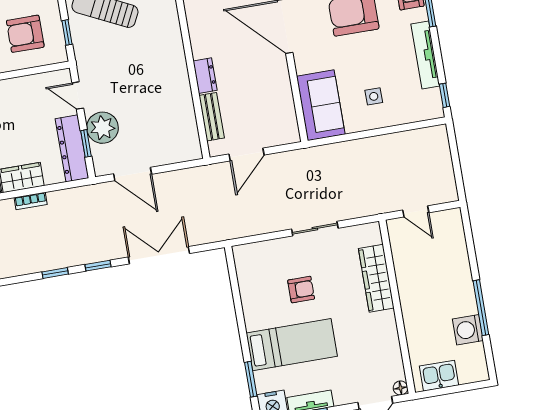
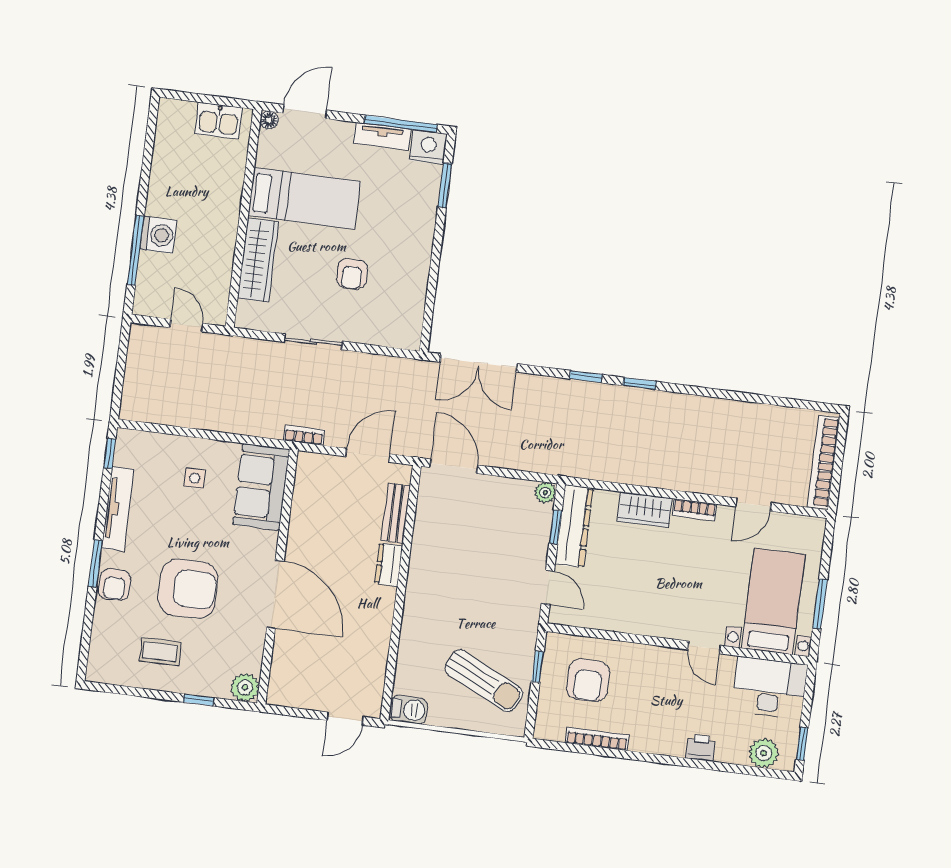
armchair: (25, 34) -> (588, 680), turned 90
plant: (102, 128) -> (545, 493), moved, width x0.53, depth x0.53
door: (133, 174) -> (454, 466), moved
bookcase: (31, 201) -> (304, 435), moved
double door: (159, 255) -> (479, 363), moved
armchair: (301, 290) -> (352, 274), turned -90
window: (481, 308) -> (136, 250), moved
washing machine: (468, 330) -> (158, 235), moved
bed: (292, 345) -> (304, 198), moved, turned 180

